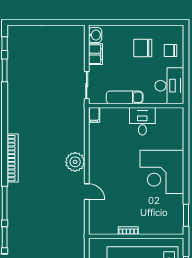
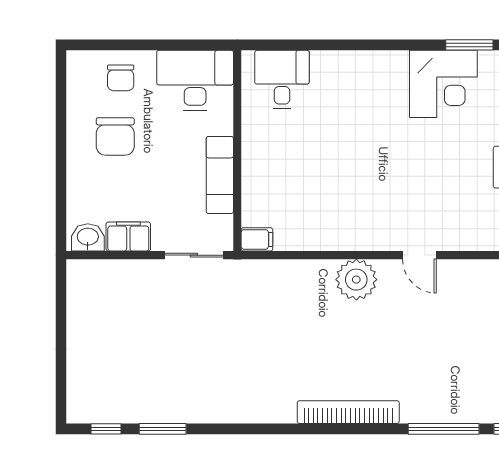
desk: (142, 121) -> (282, 79), moved, turned 90
corner desk: (162, 172) -> (443, 84), moved, width x0.74, depth x0.74
door: (87, 192) -> (419, 255), swing flipped

